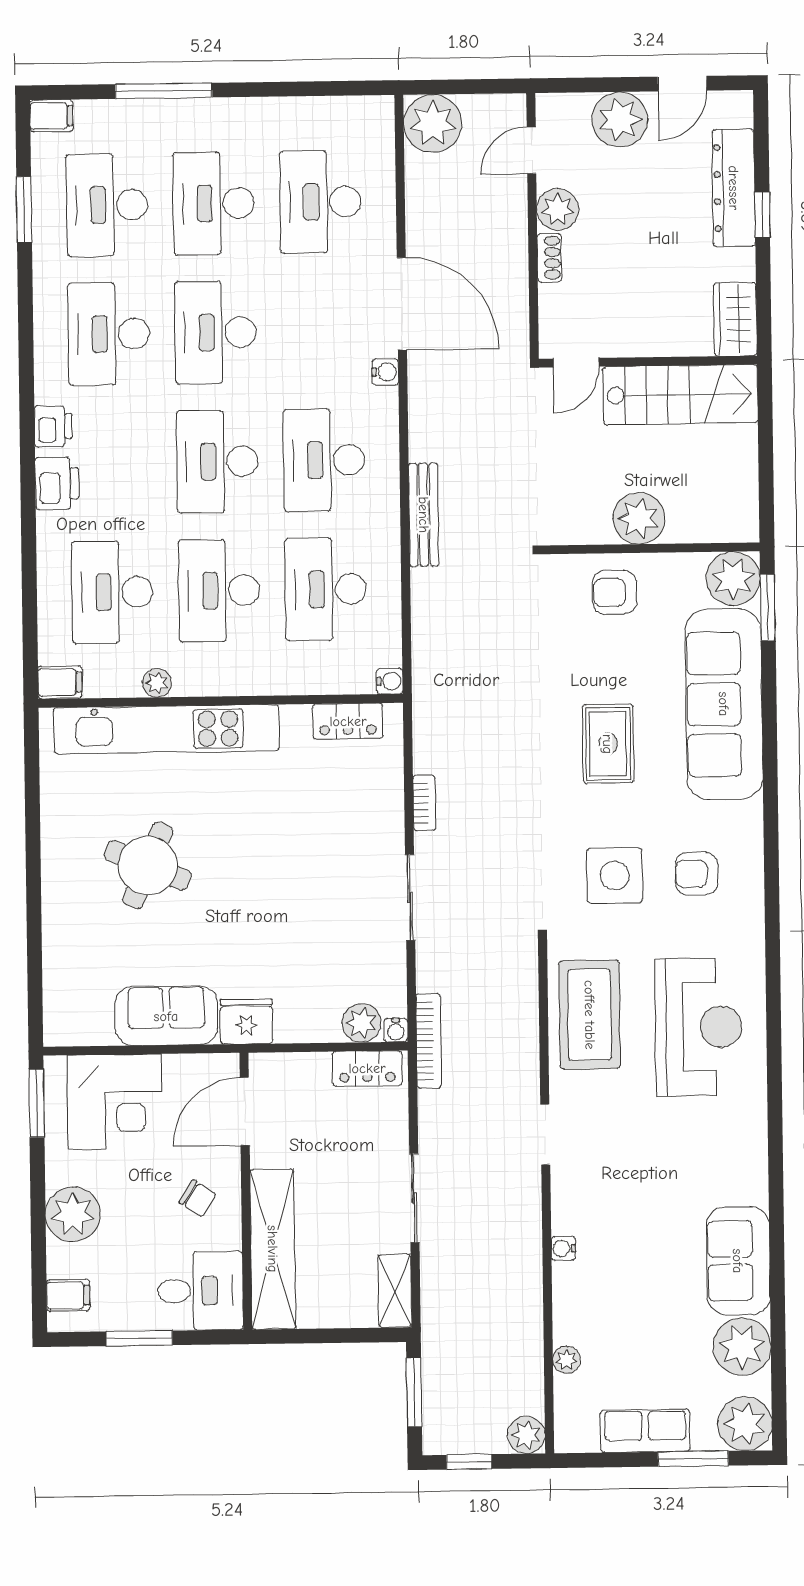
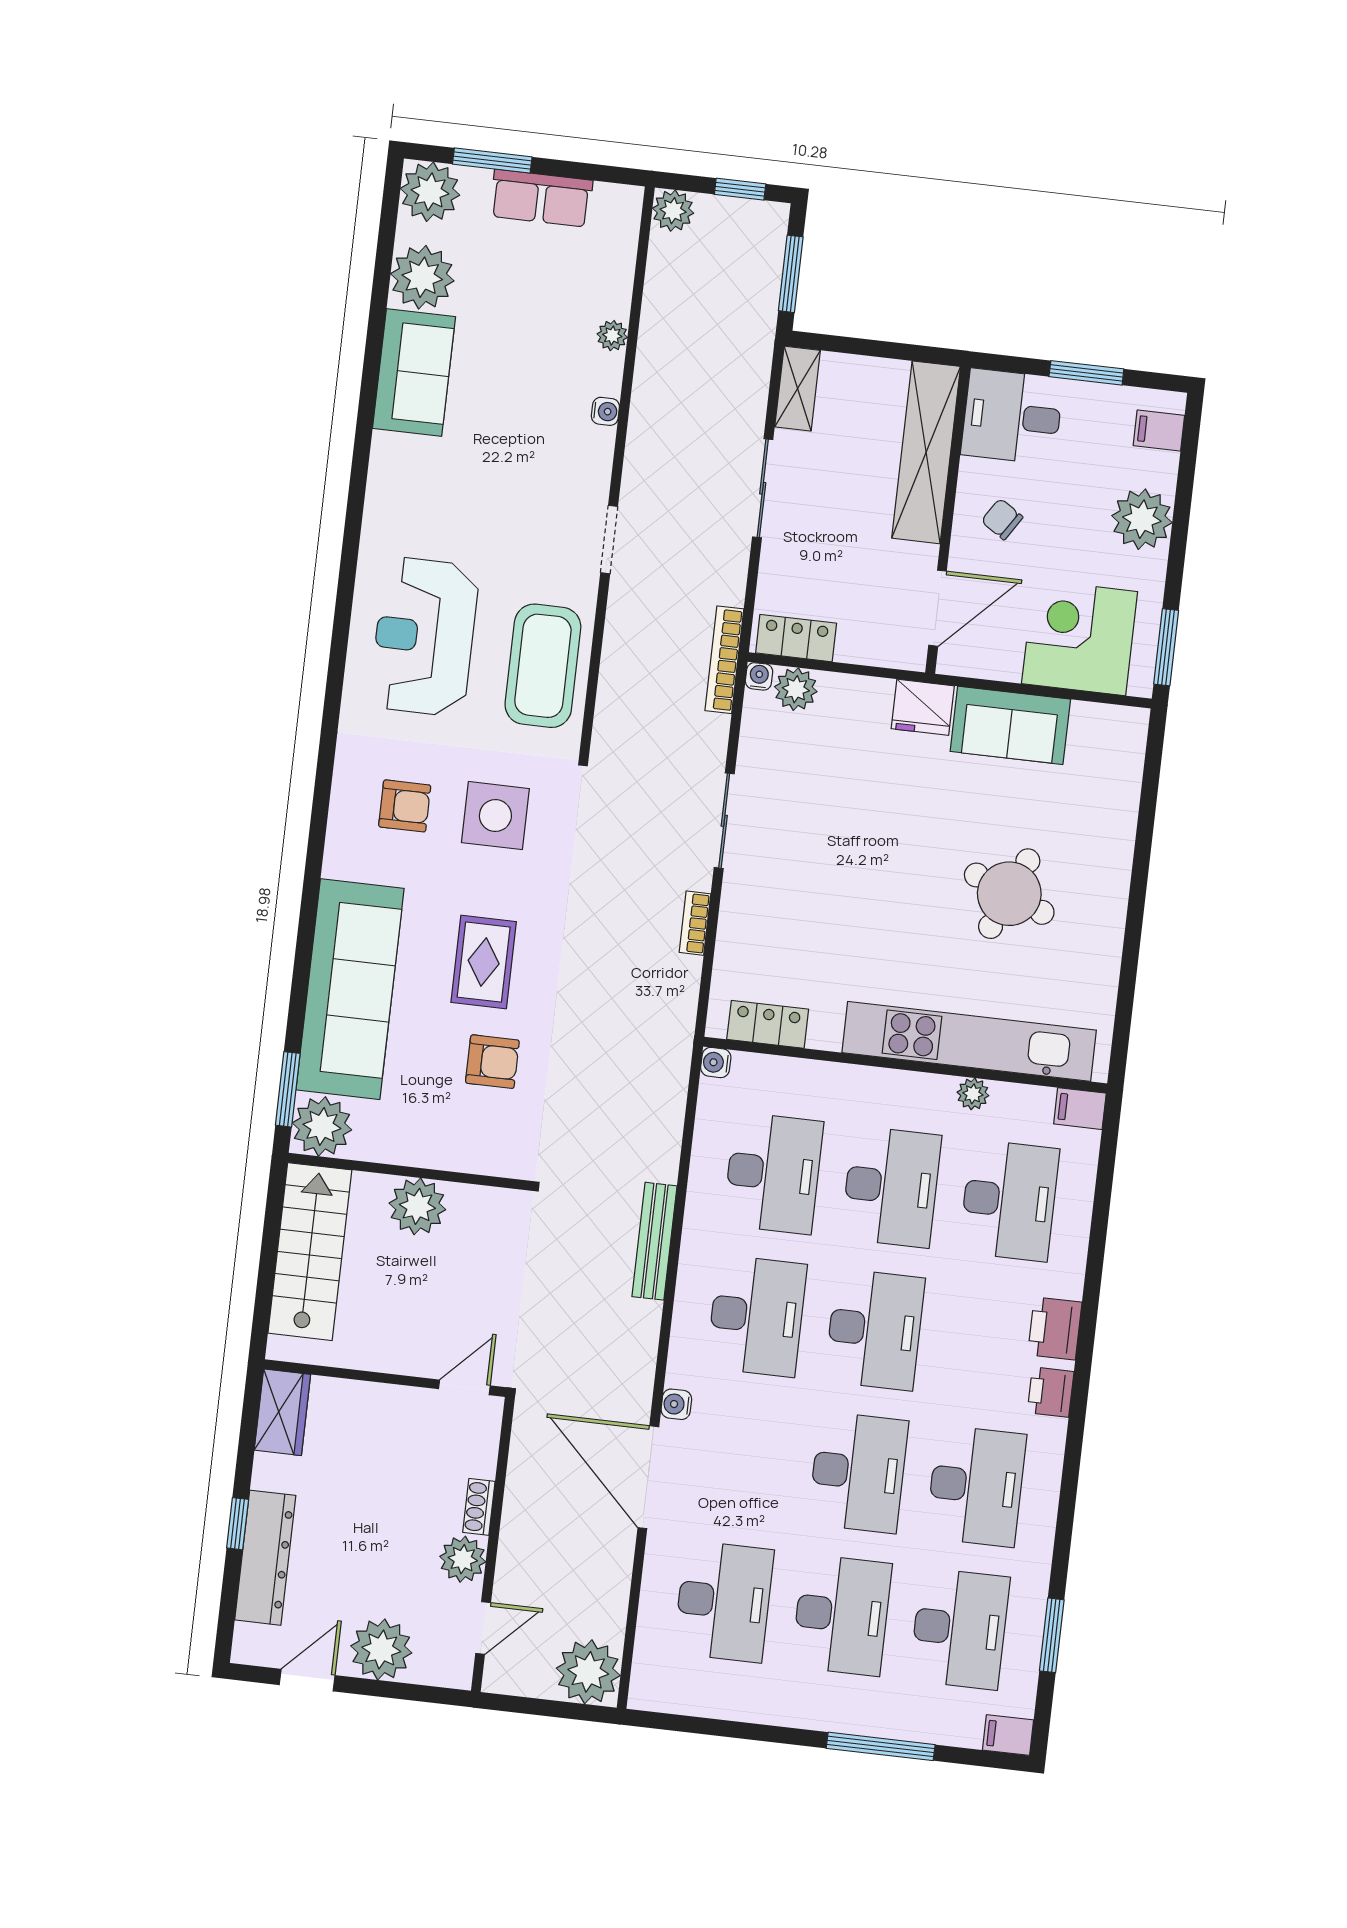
stairs: (680, 395) -> (310, 1252), moved, turned 90
armchair: (615, 592) -> (492, 1062), moved
plant: (567, 1360) -> (612, 336), moved

